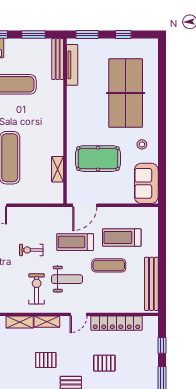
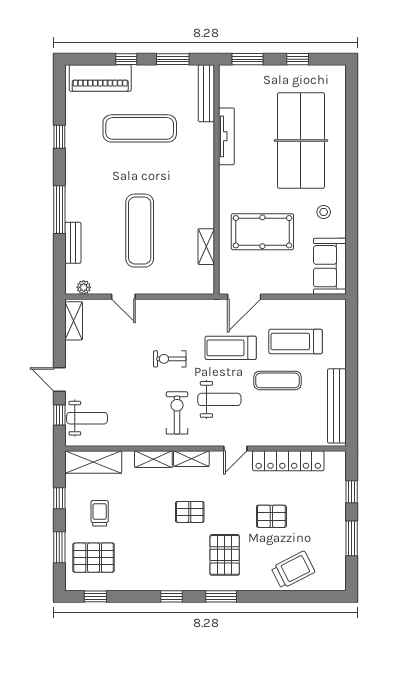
tv unit: (72, 65) -> (226, 136), moved

